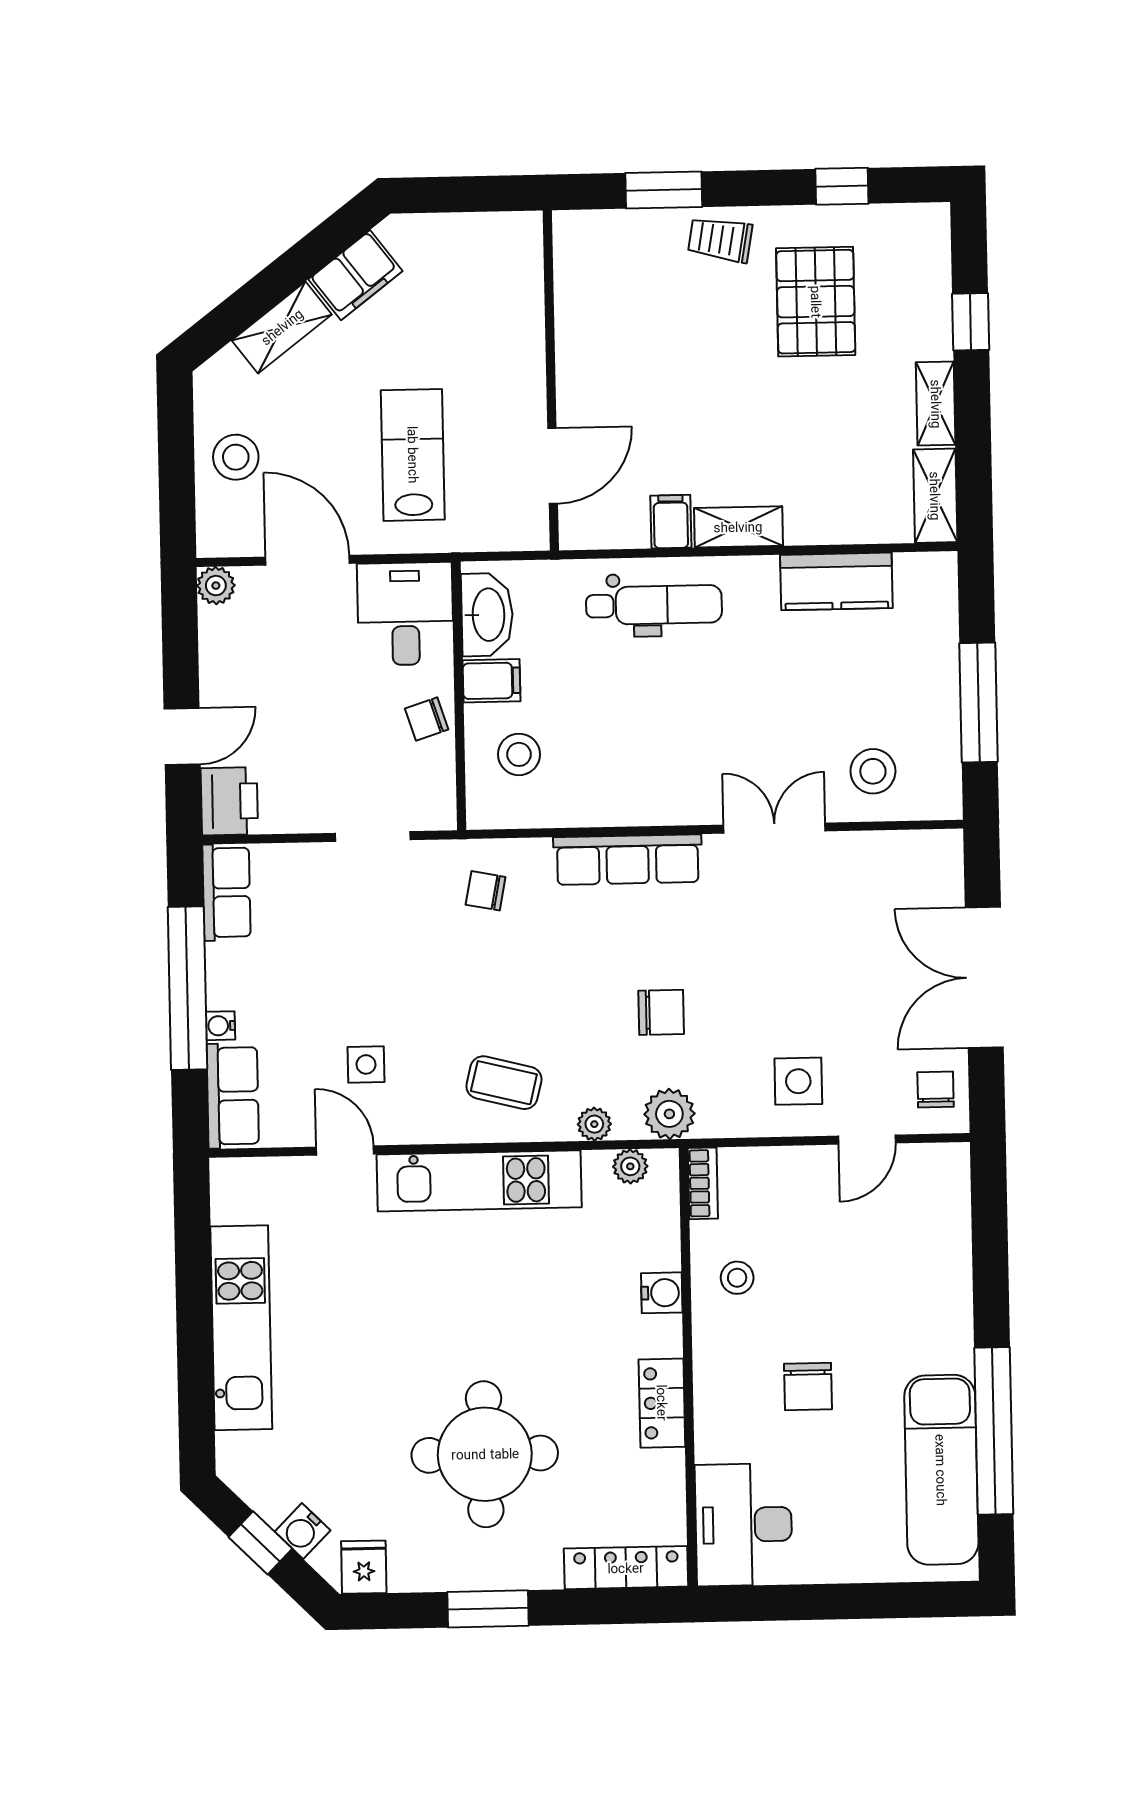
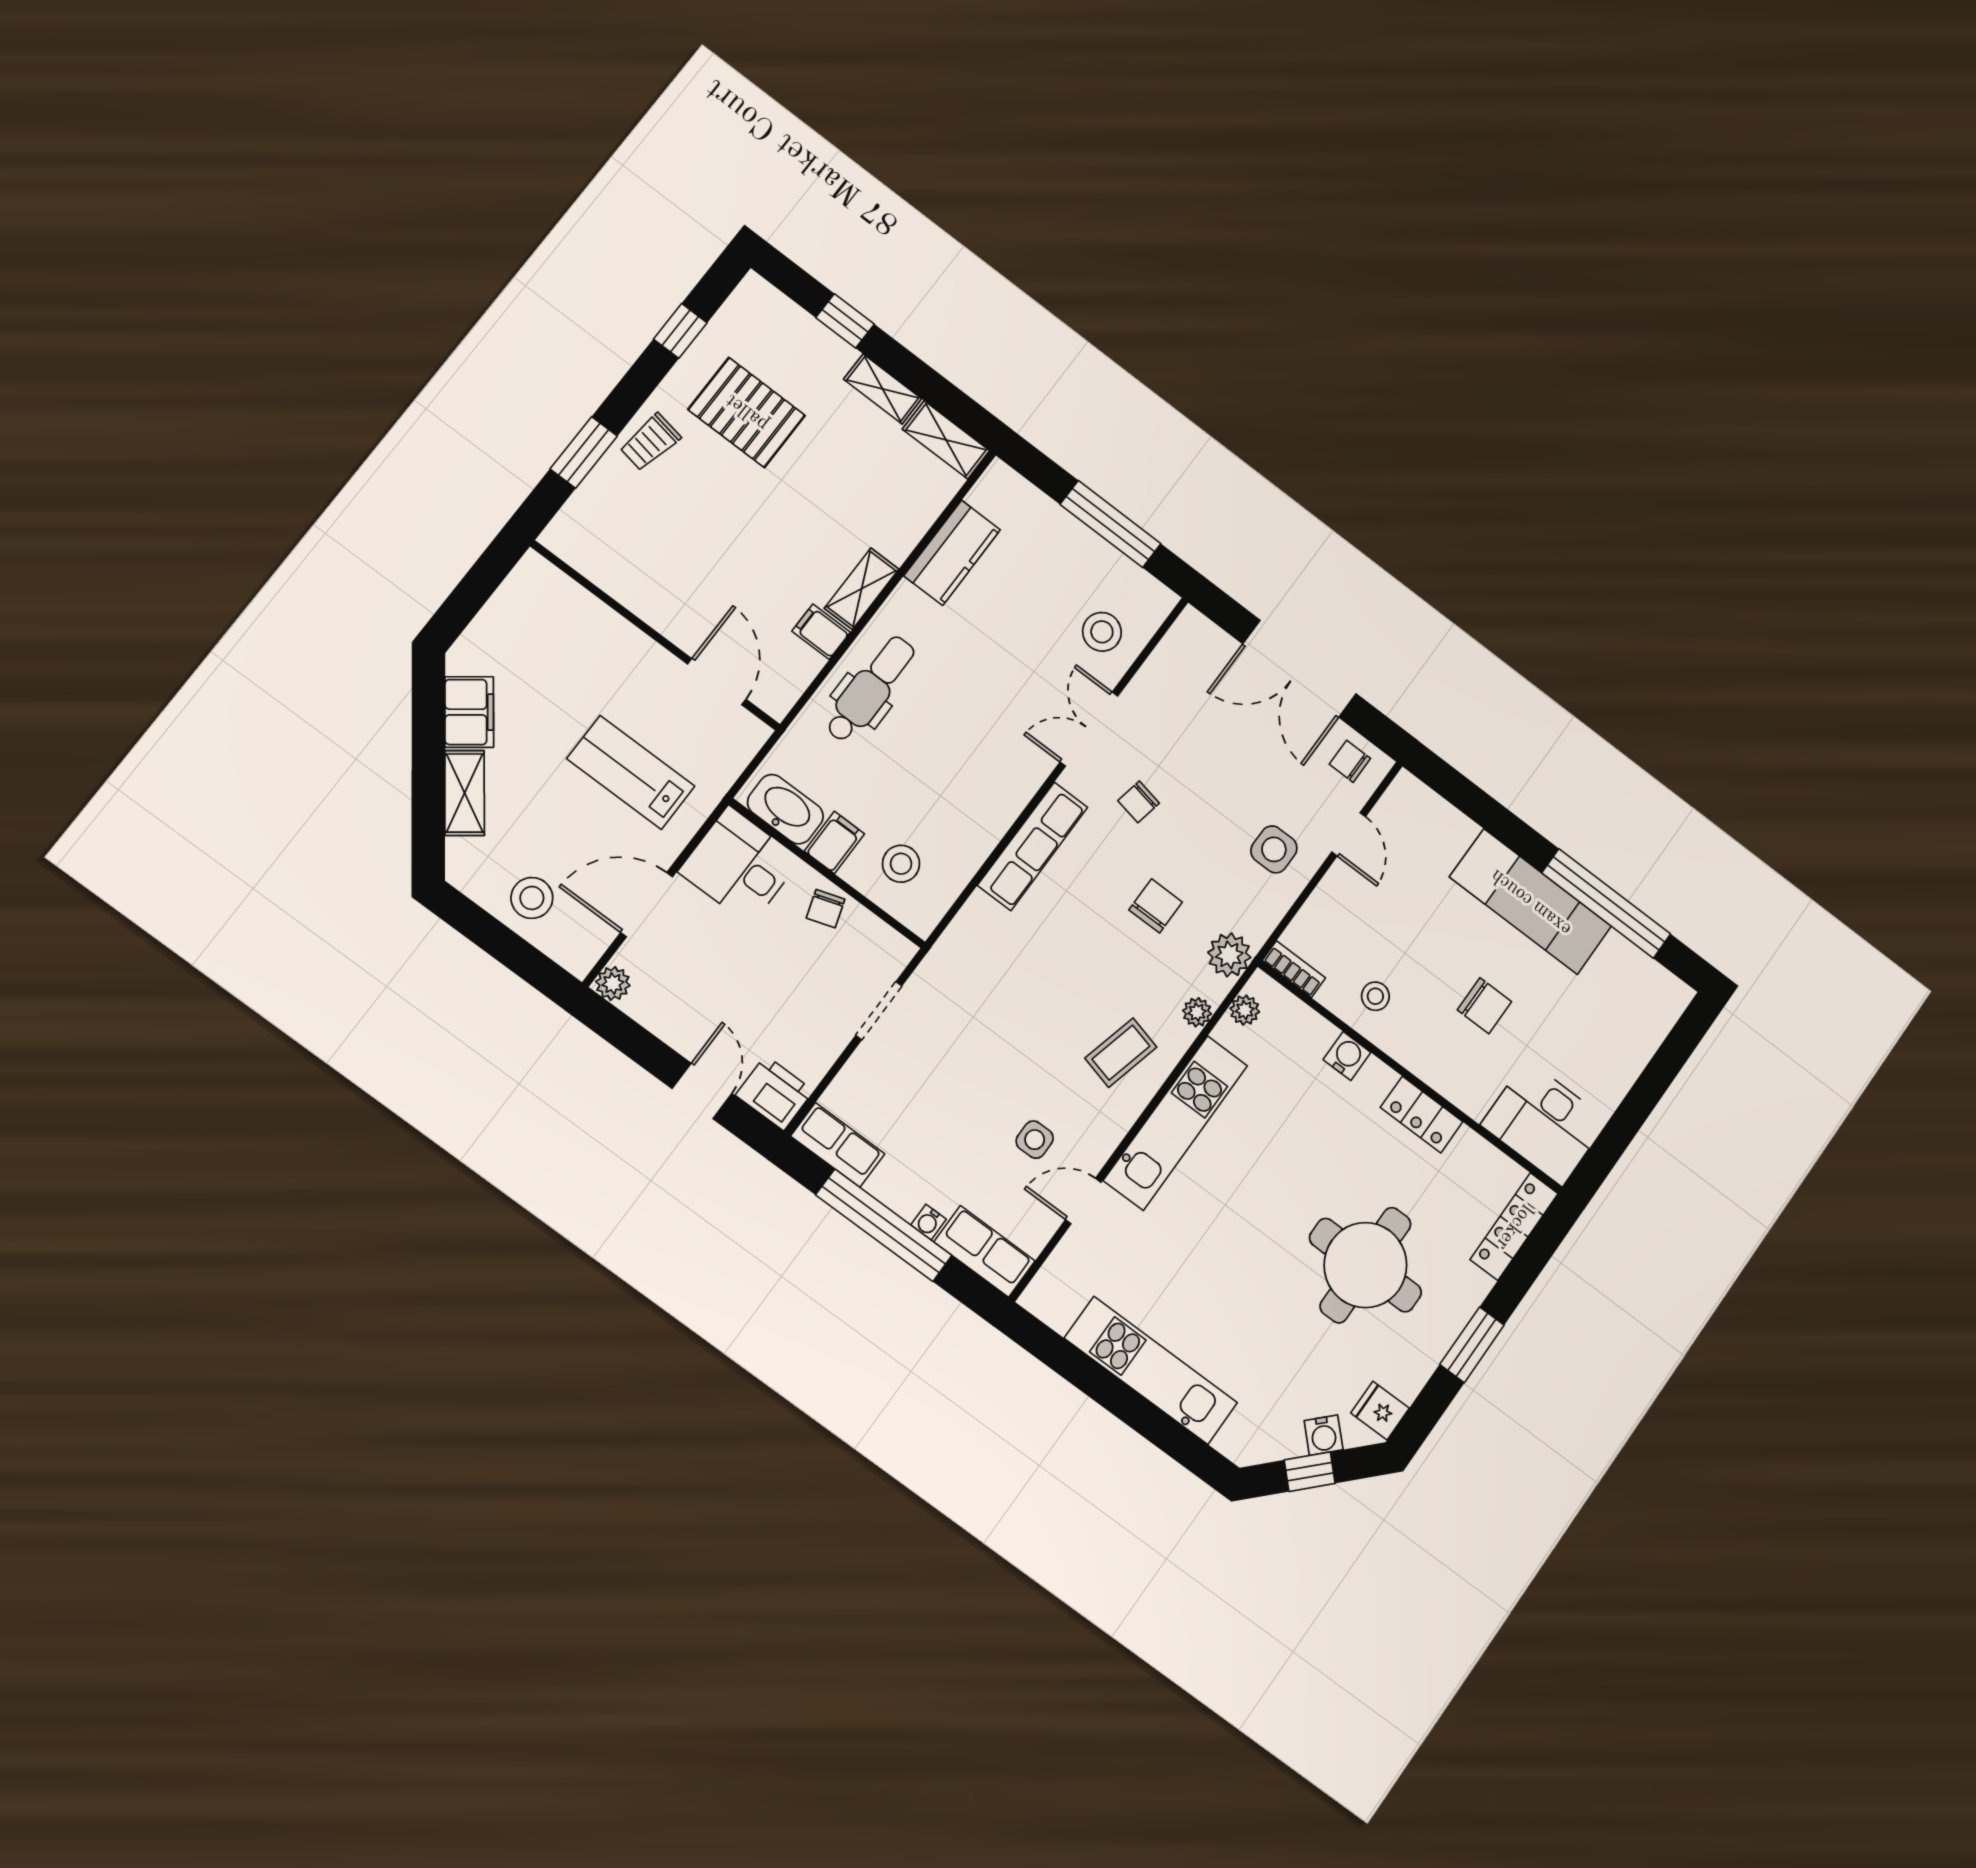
chair: (486, 891) -> (1139, 802), moved
exam couch: (941, 1470) -> (1531, 902), moved

